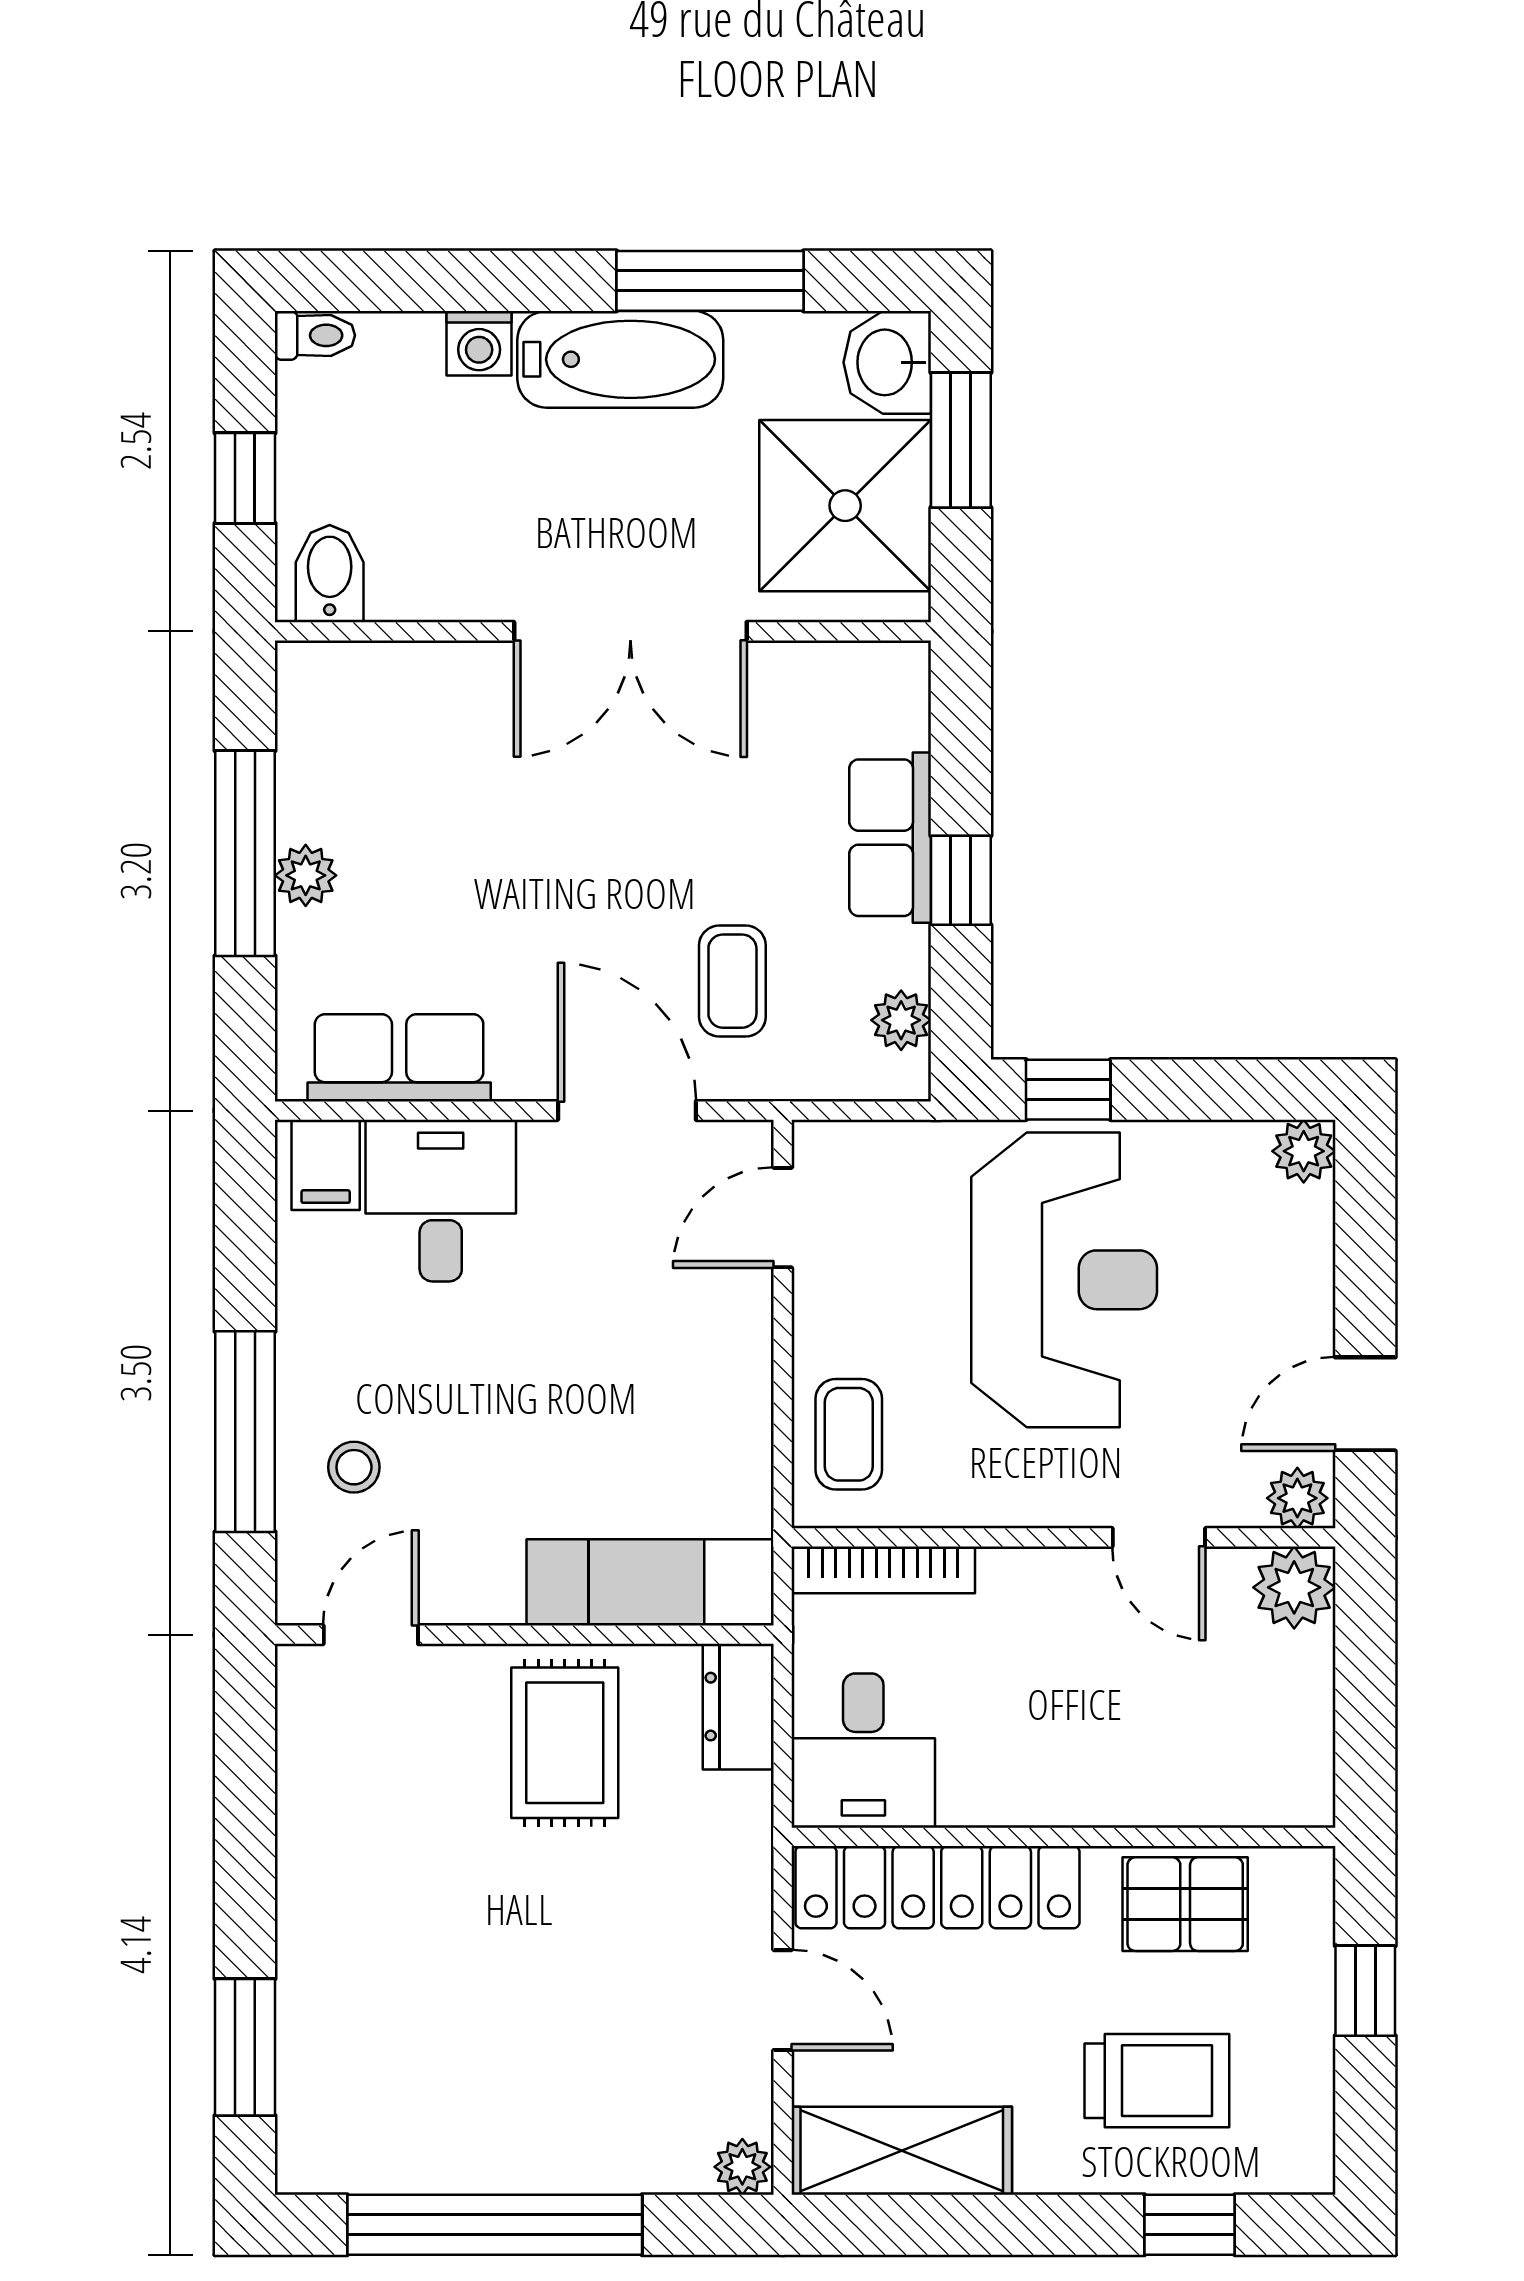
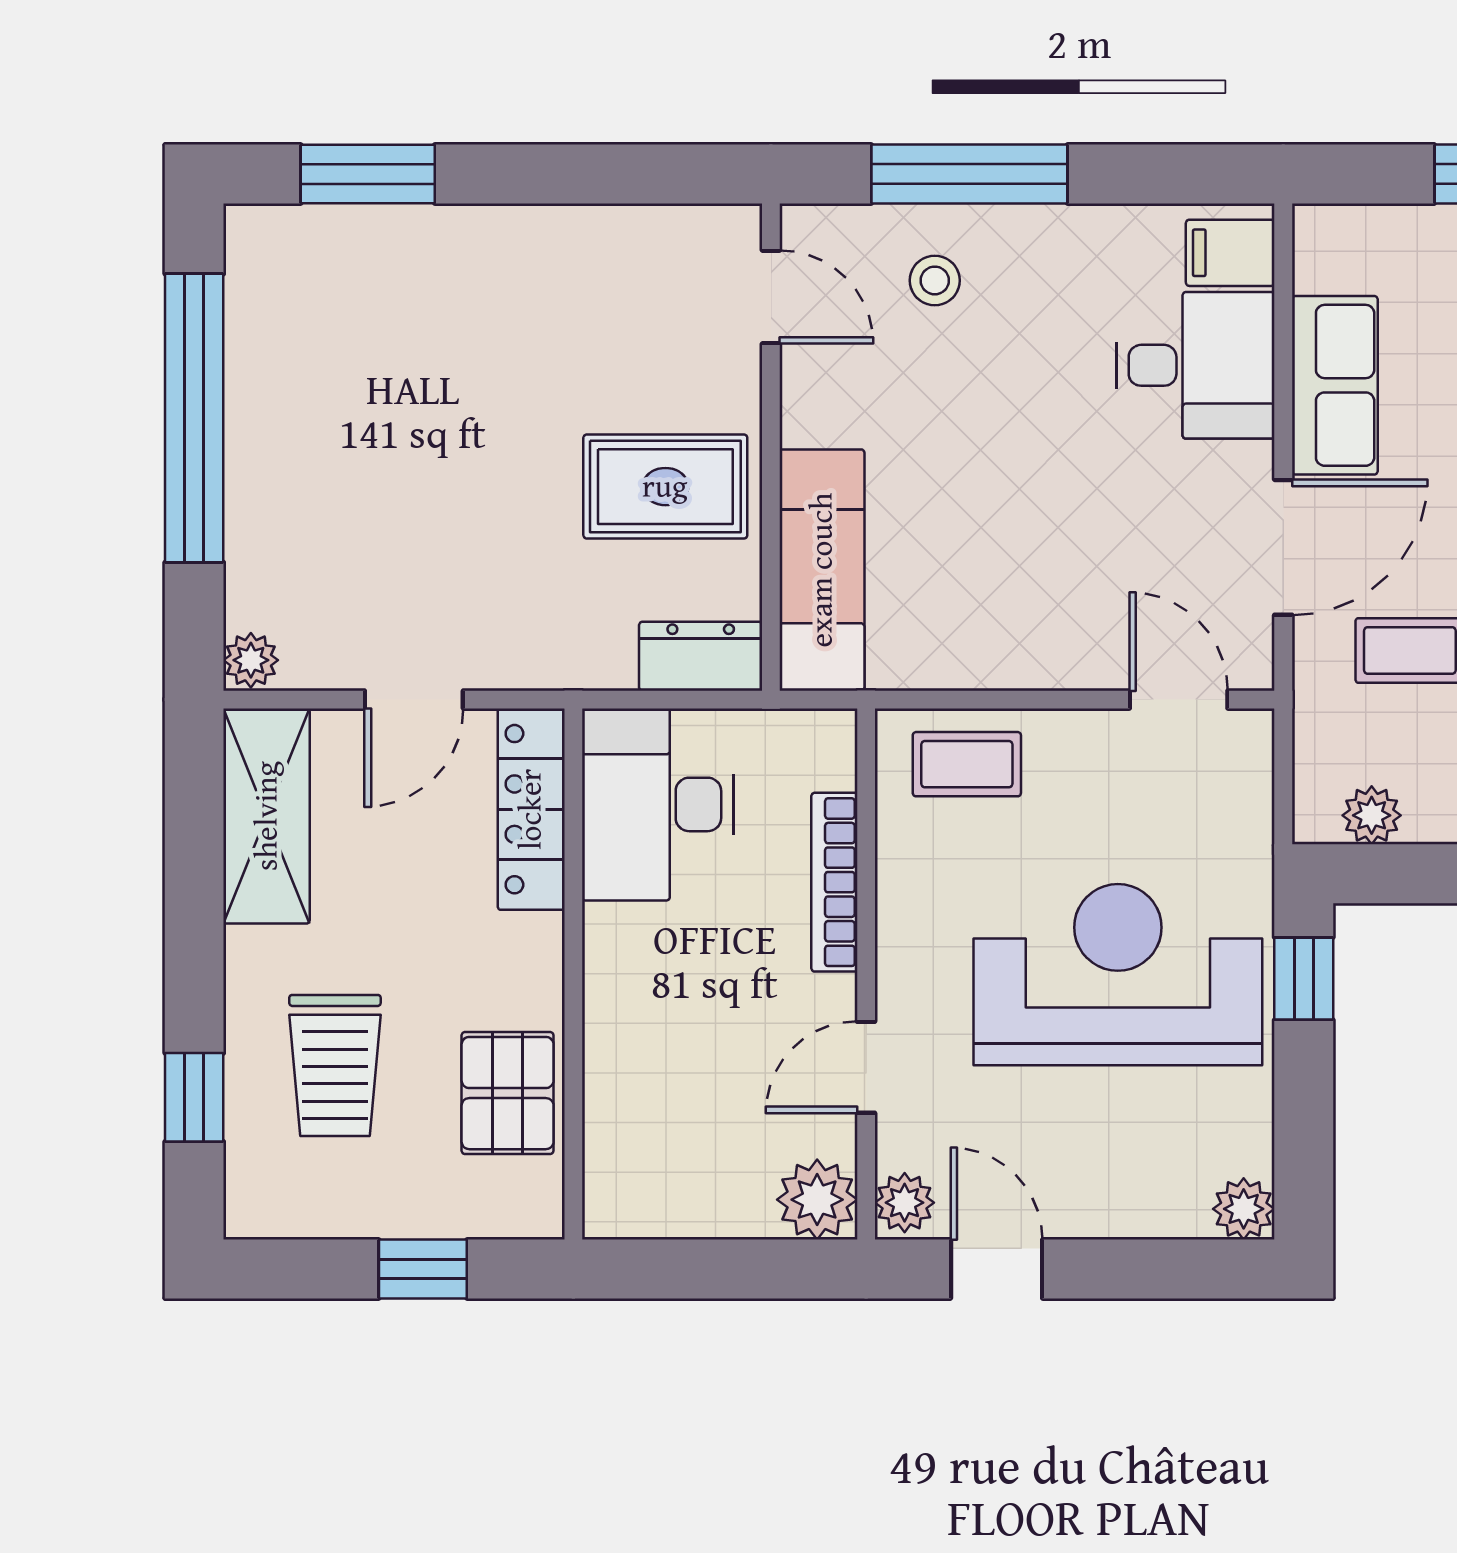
row of seats: (399, 1058) -> (1335, 385), moved
reception desk: (1064, 1280) -> (1118, 975), turned 180
bookcase: (883, 1570) -> (834, 882), moved
desk: (863, 1751) -> (658, 804), width x1.37
locker: (937, 1887) -> (531, 809), width x0.71, depth x0.83

